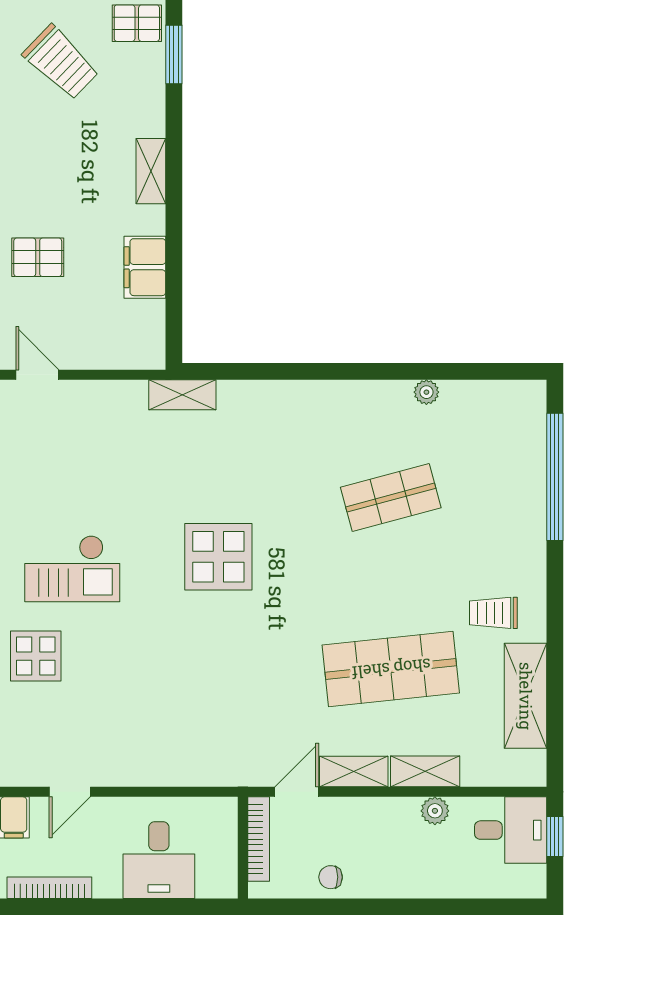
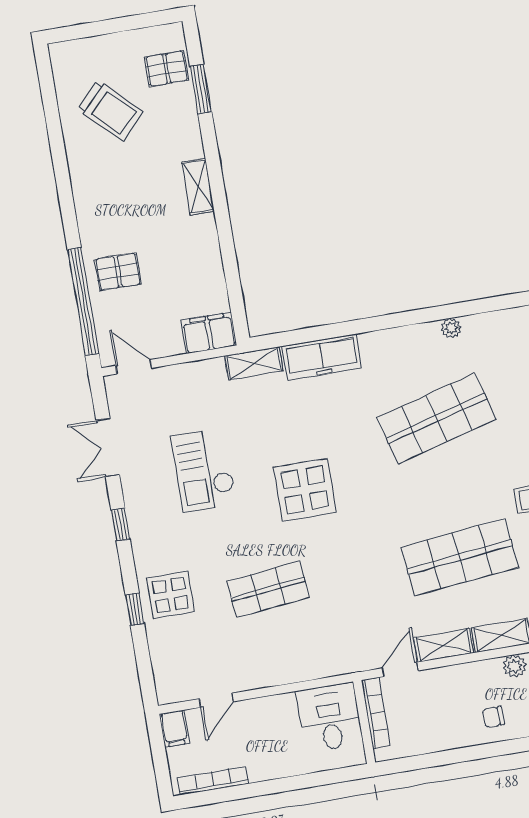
filing cabinet: (145, 267) -> (209, 333), moved, turned 90
freezer: (266, 401) -> (322, 357), added
shop shelf: (391, 498) -> (436, 418), width x1.43, depth x1.36
checkout: (72, 569) -> (204, 470), moved, turned 90
shop shelf: (154, 669) -> (268, 589), added
desk: (159, 860) -> (330, 717), moved, turned 180
chair: (331, 877) -> (493, 717), moved

